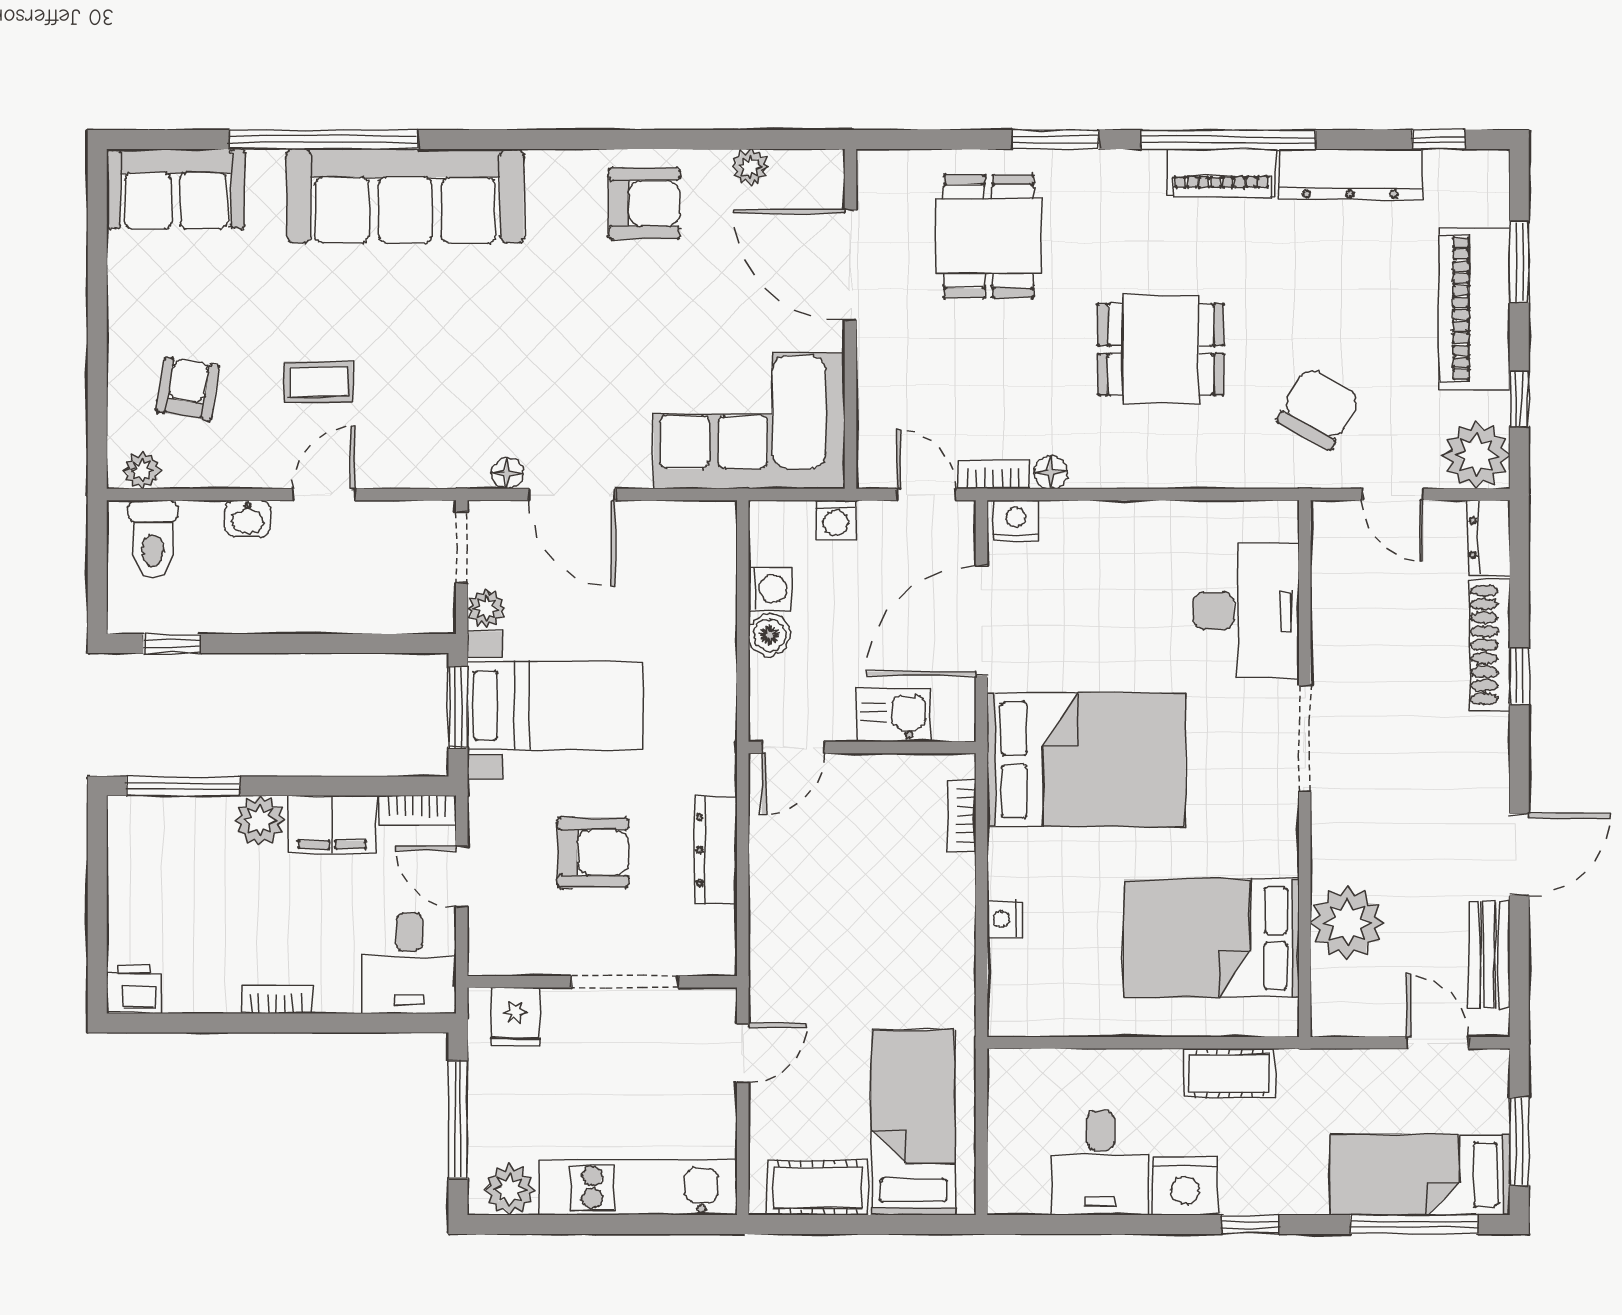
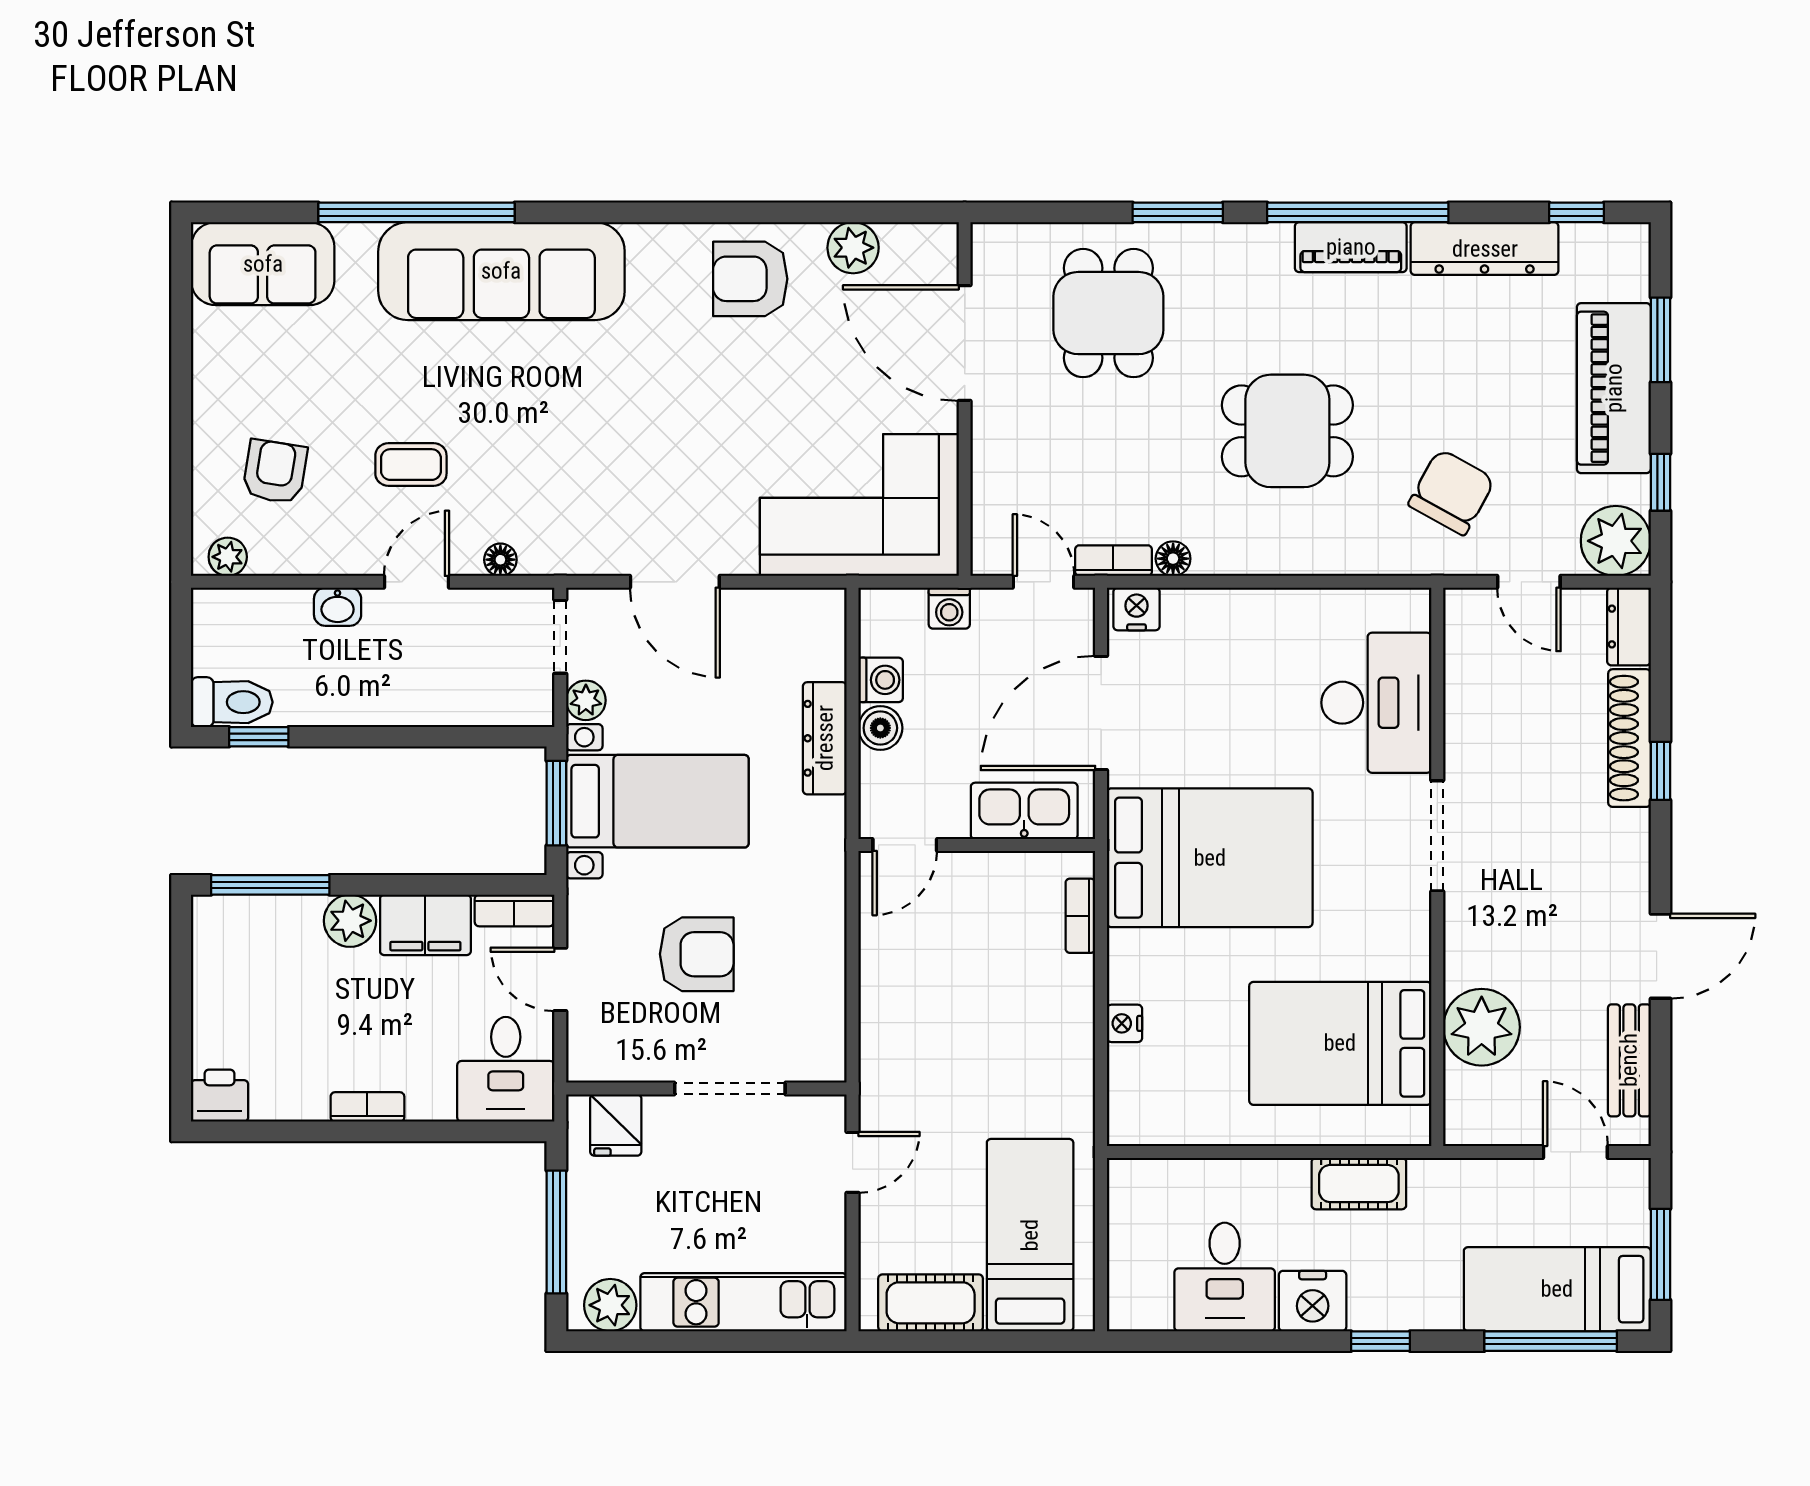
plant: (750, 167) -> (853, 248), width x1.38, depth x1.38
armchair: (644, 203) -> (750, 279), turned 180
floor lamp: (507, 473) -> (500, 560), moved
toilet: (153, 540) -> (232, 702), moved, turned -90
kitchen sink: (894, 715) -> (1024, 811), width x1.38
dresser: (716, 850) -> (825, 738), moved

